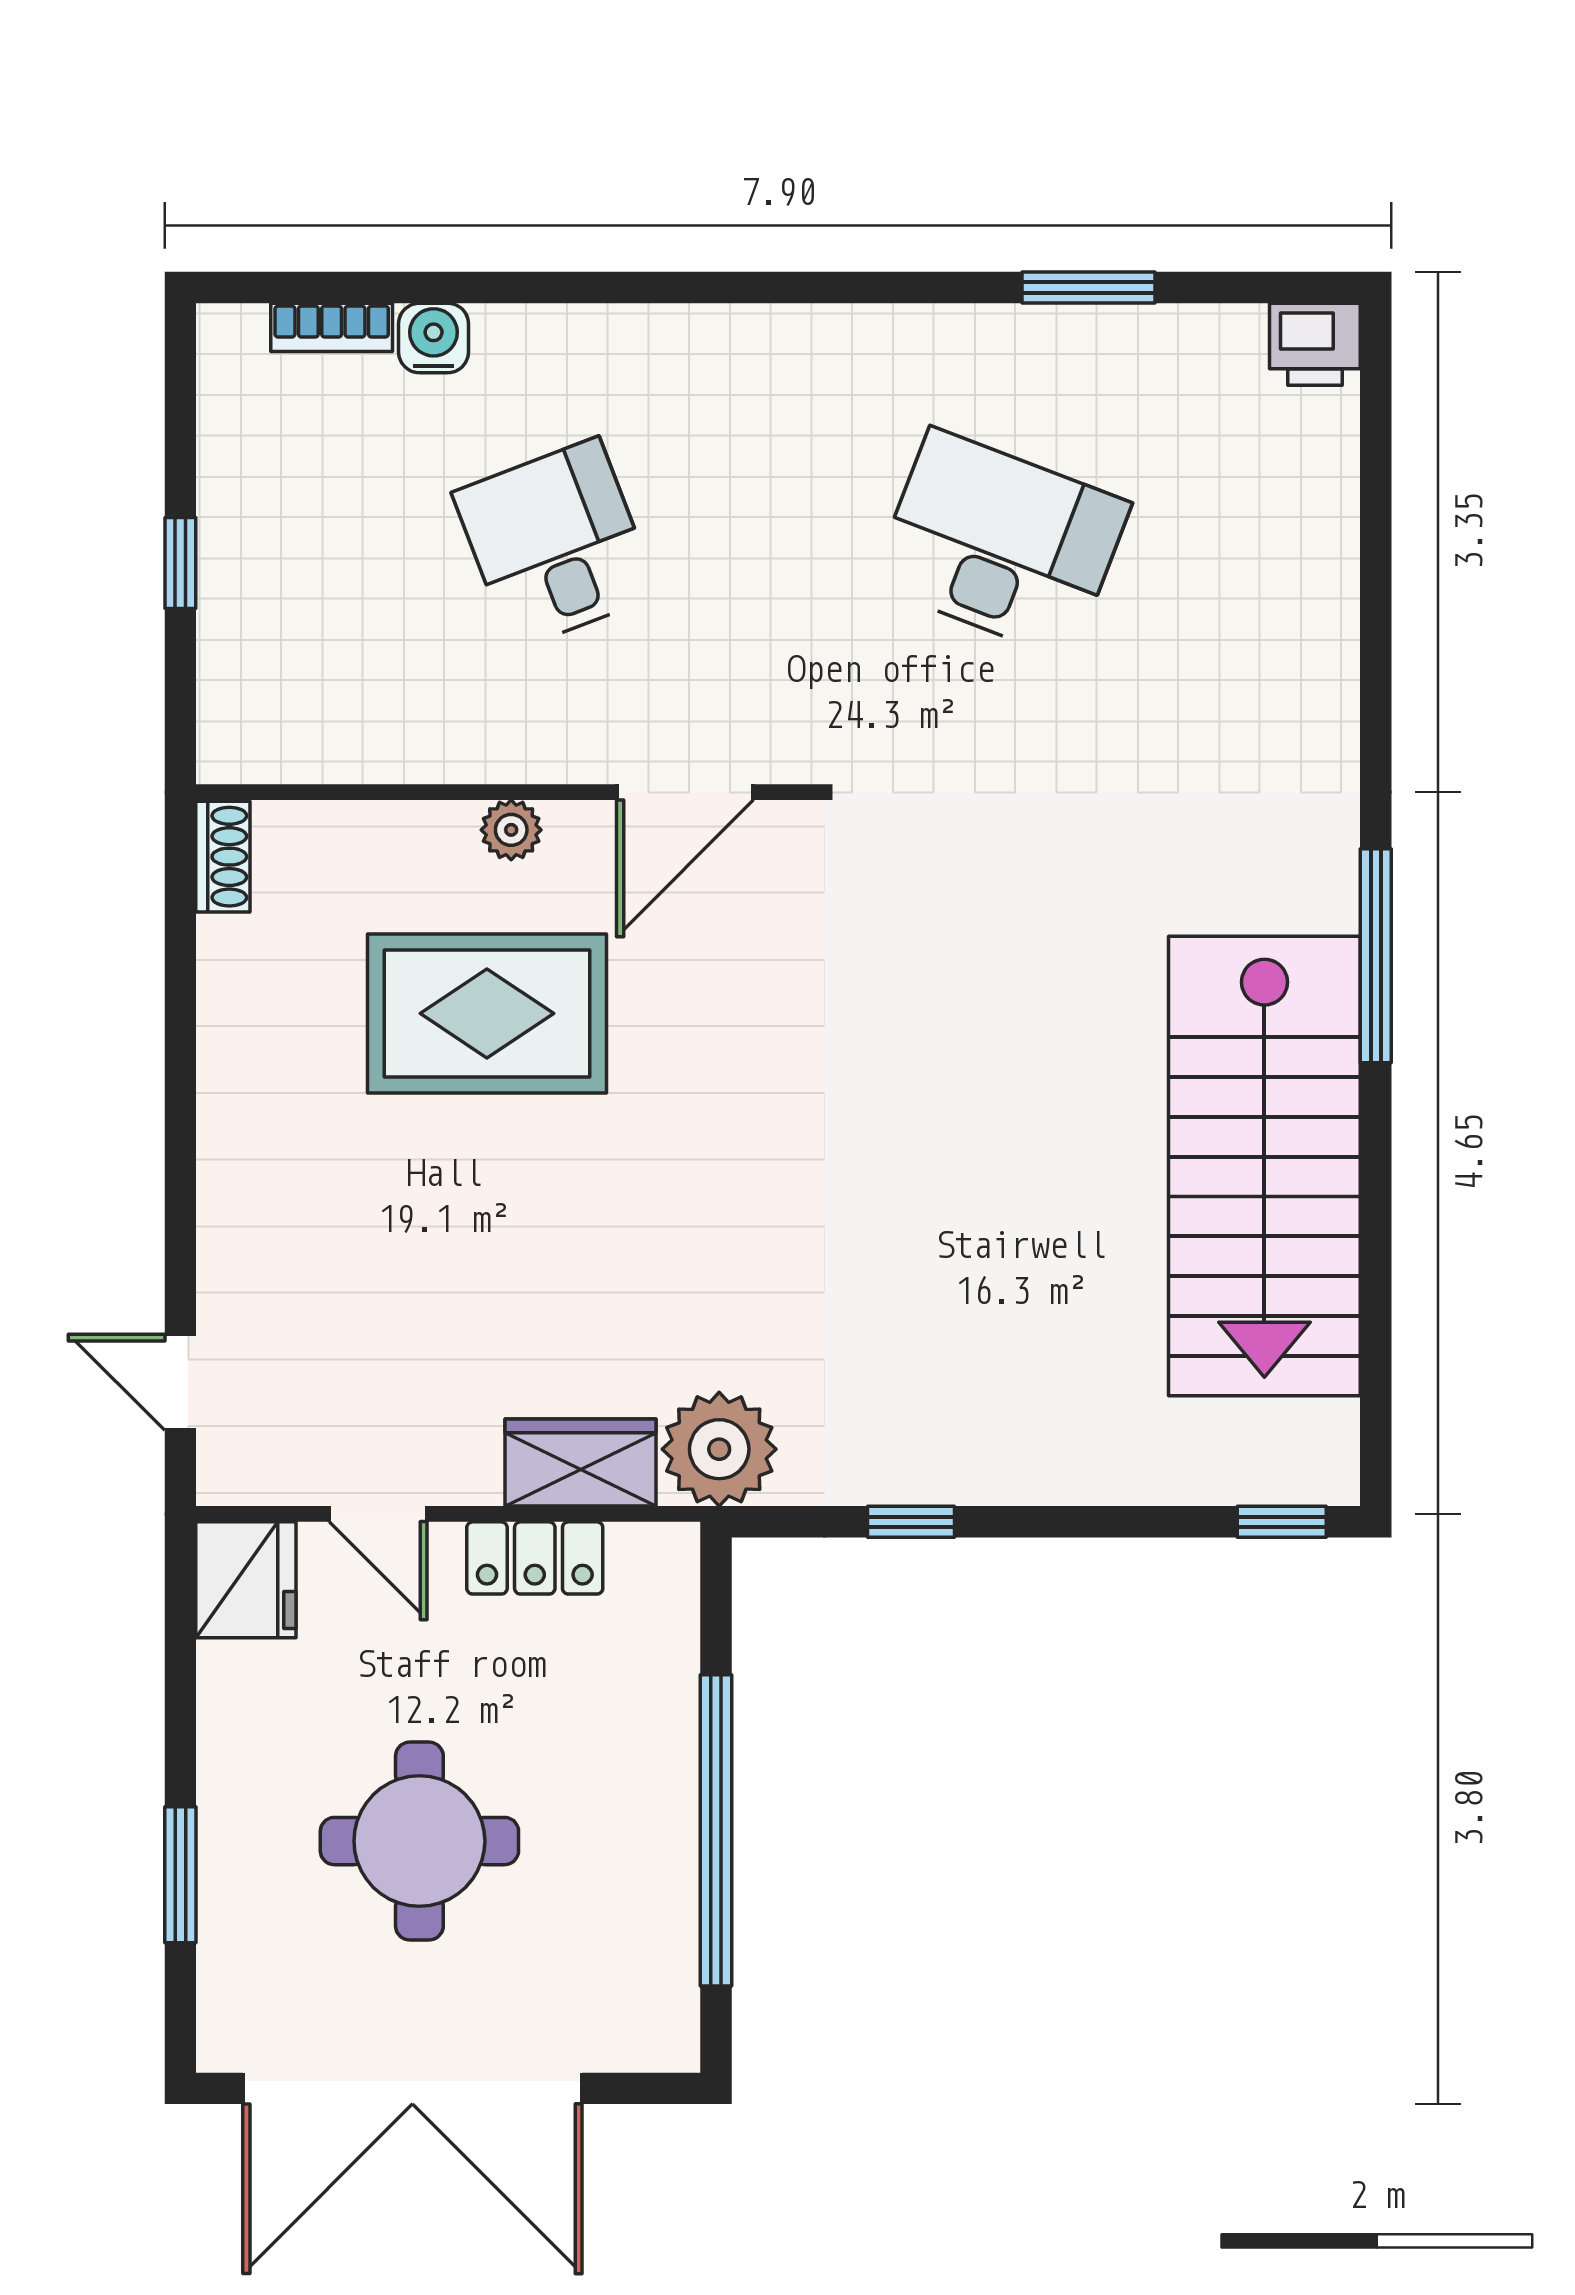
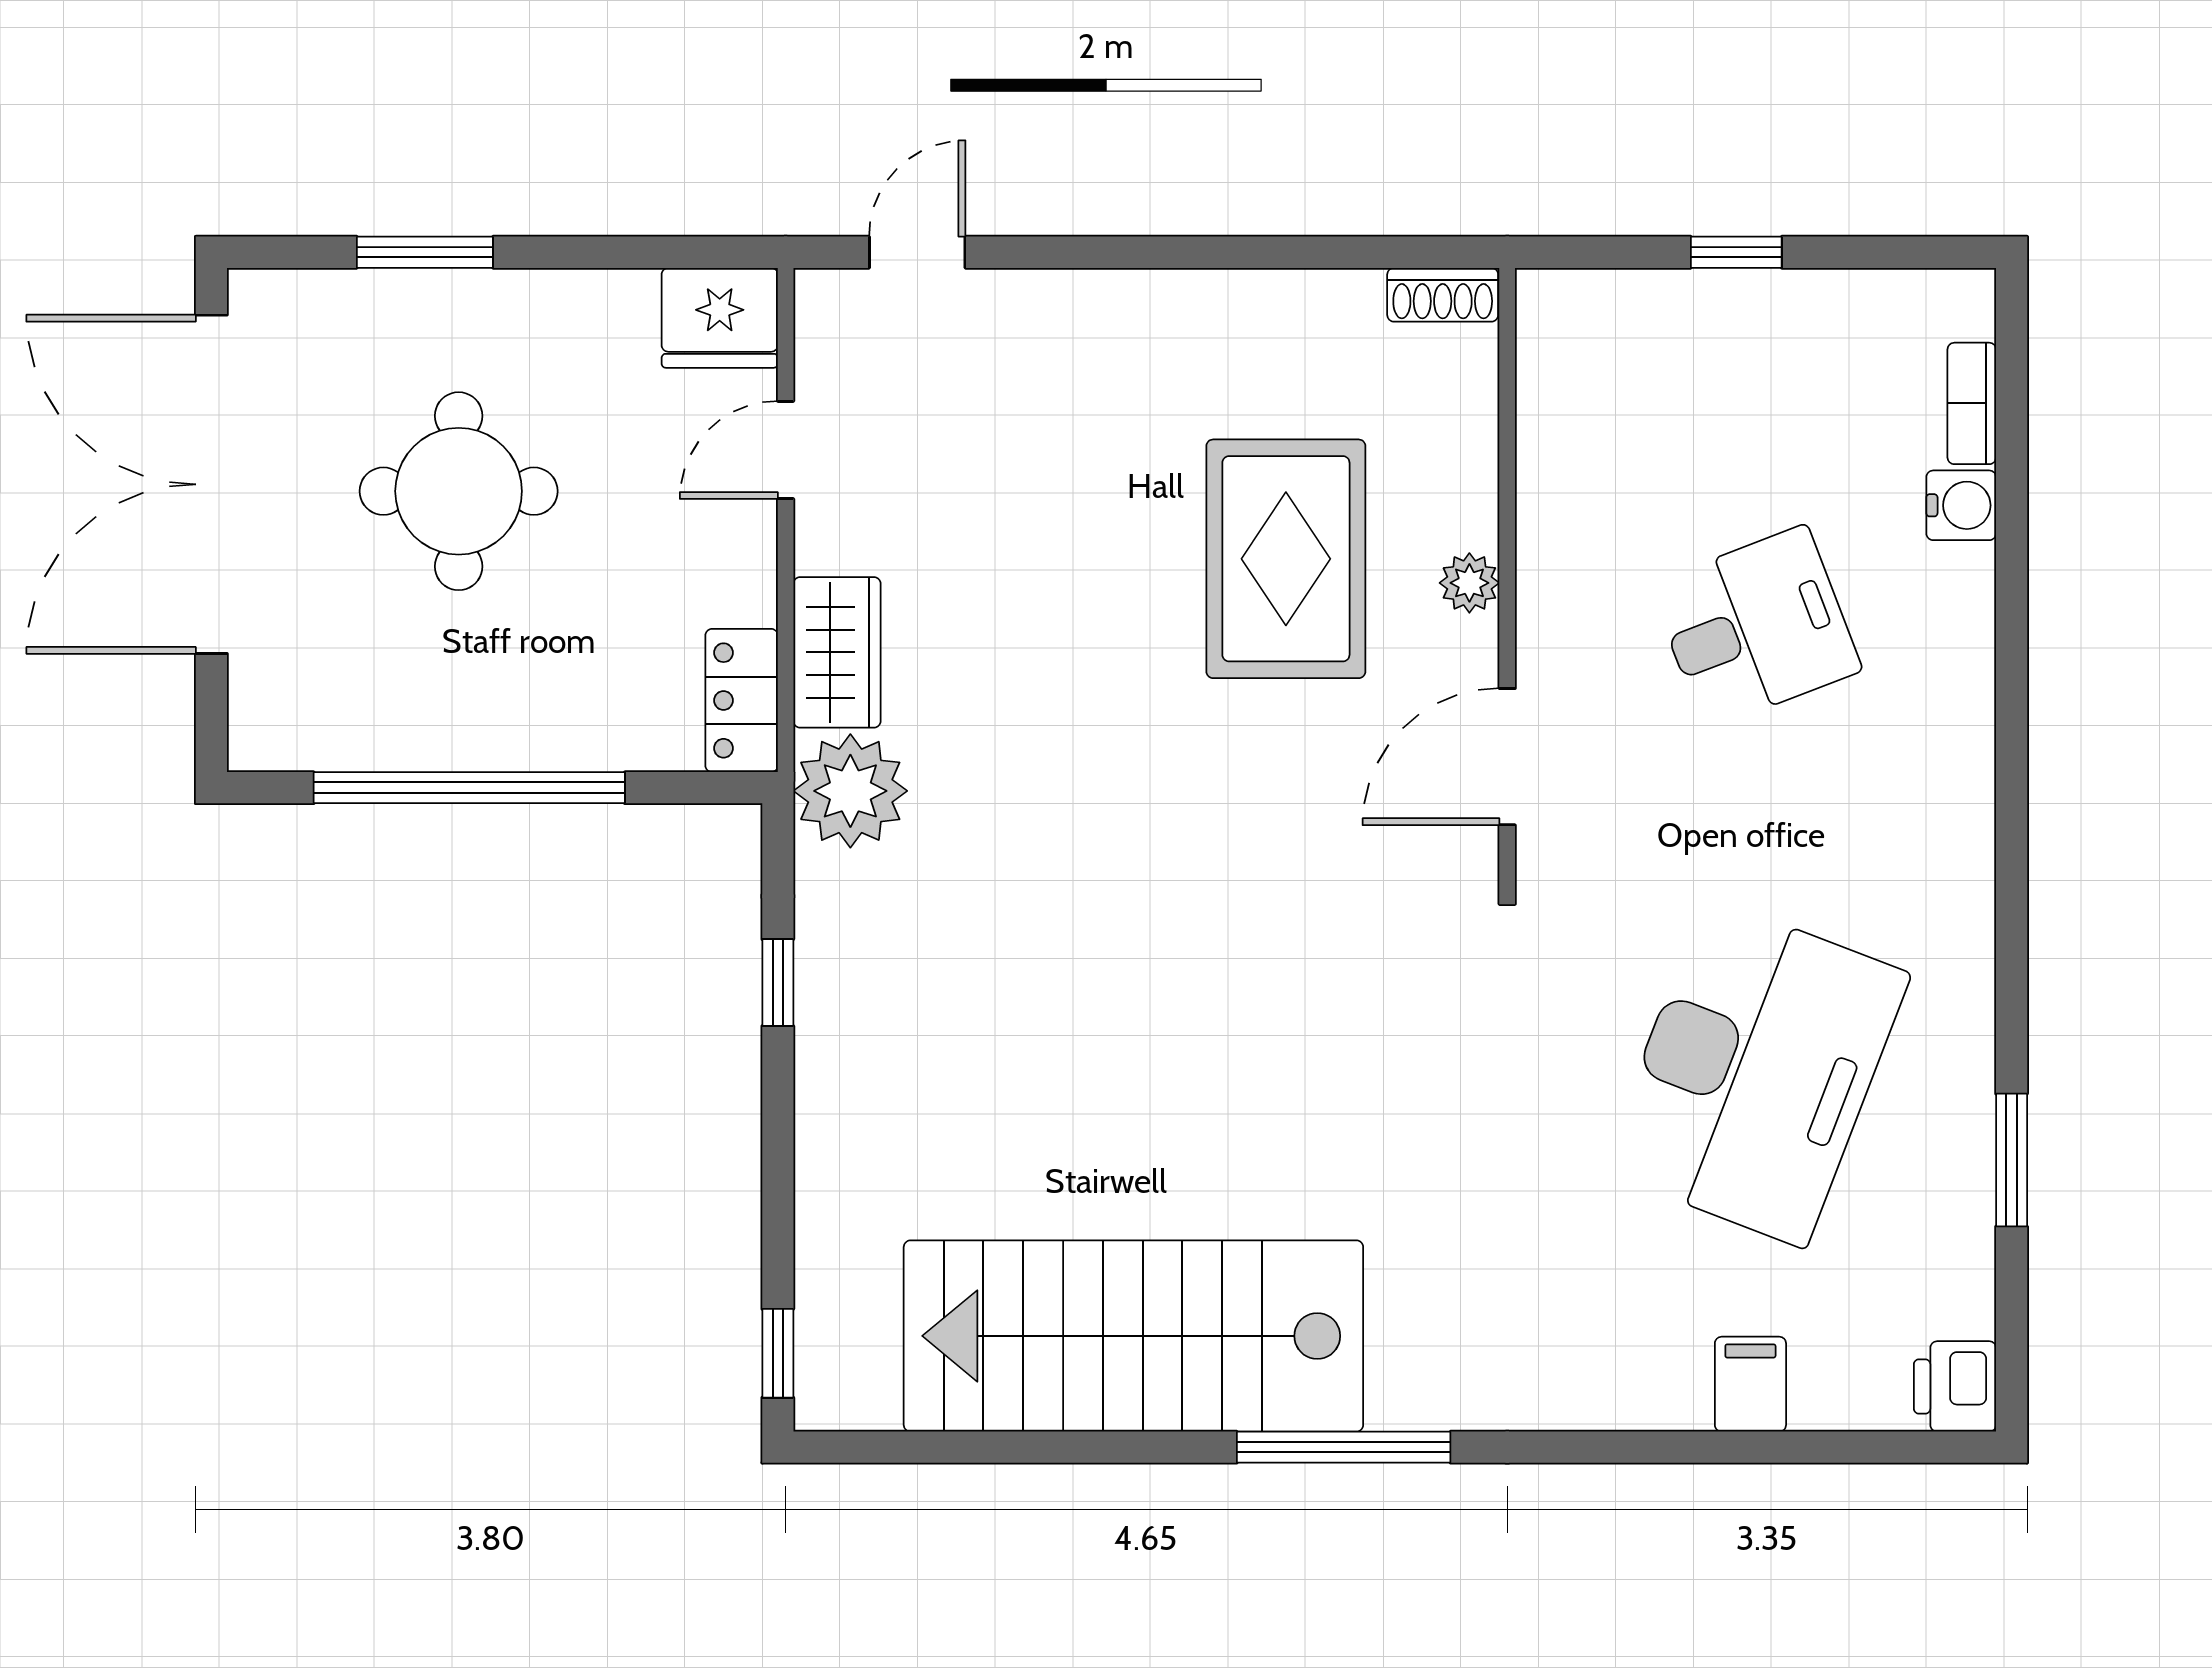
desk: (1001, 544) -> (1756, 1072), width x1.36, depth x1.30
filing cabinet: (1313, 549) -> (1750, 1384), added
door: (685, 792) -> (1507, 757), hinge flipped
locker: (535, 1558) -> (742, 700), moved

